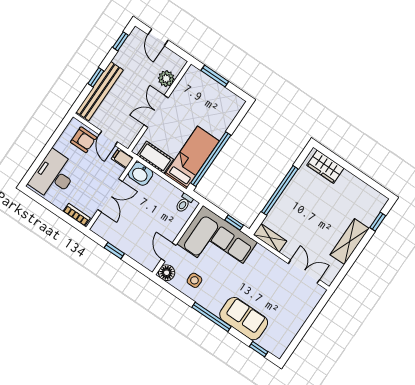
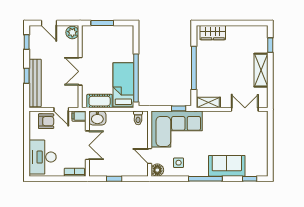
plant: (166, 79) -> (72, 32), moved

